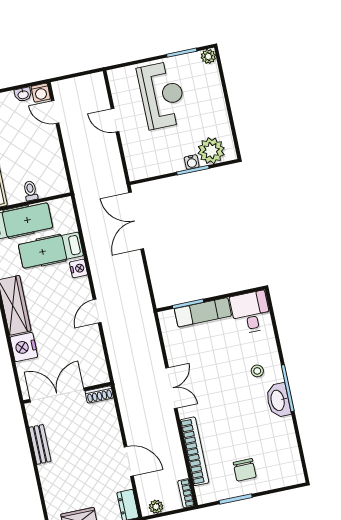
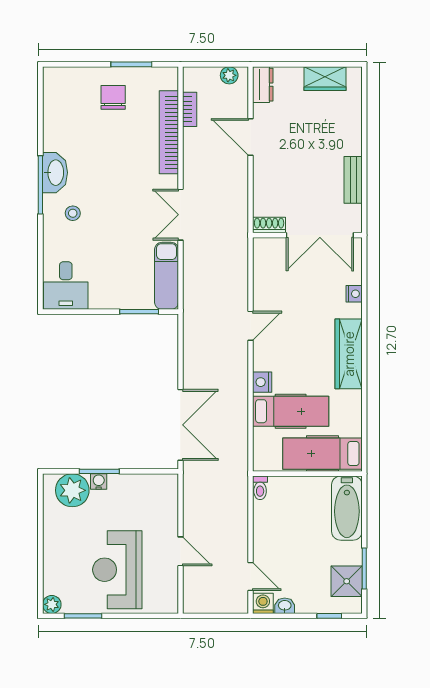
toilet: (30, 191) -> (260, 488), moved
exam couch: (203, 312) -> (167, 276), moved, turned -90
nightstand: (24, 347) -> (354, 294), width x0.53, depth x0.56
bookcase: (186, 493) -> (190, 109), moved

